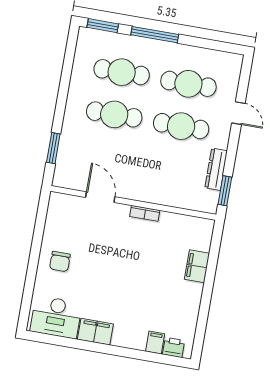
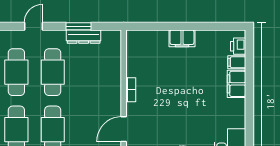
window: (225, 191) -> (78, 26), moved
filing cabinet: (197, 266) -> (182, 38), moved
filing cabinet: (95, 332) -> (237, 84), moved

